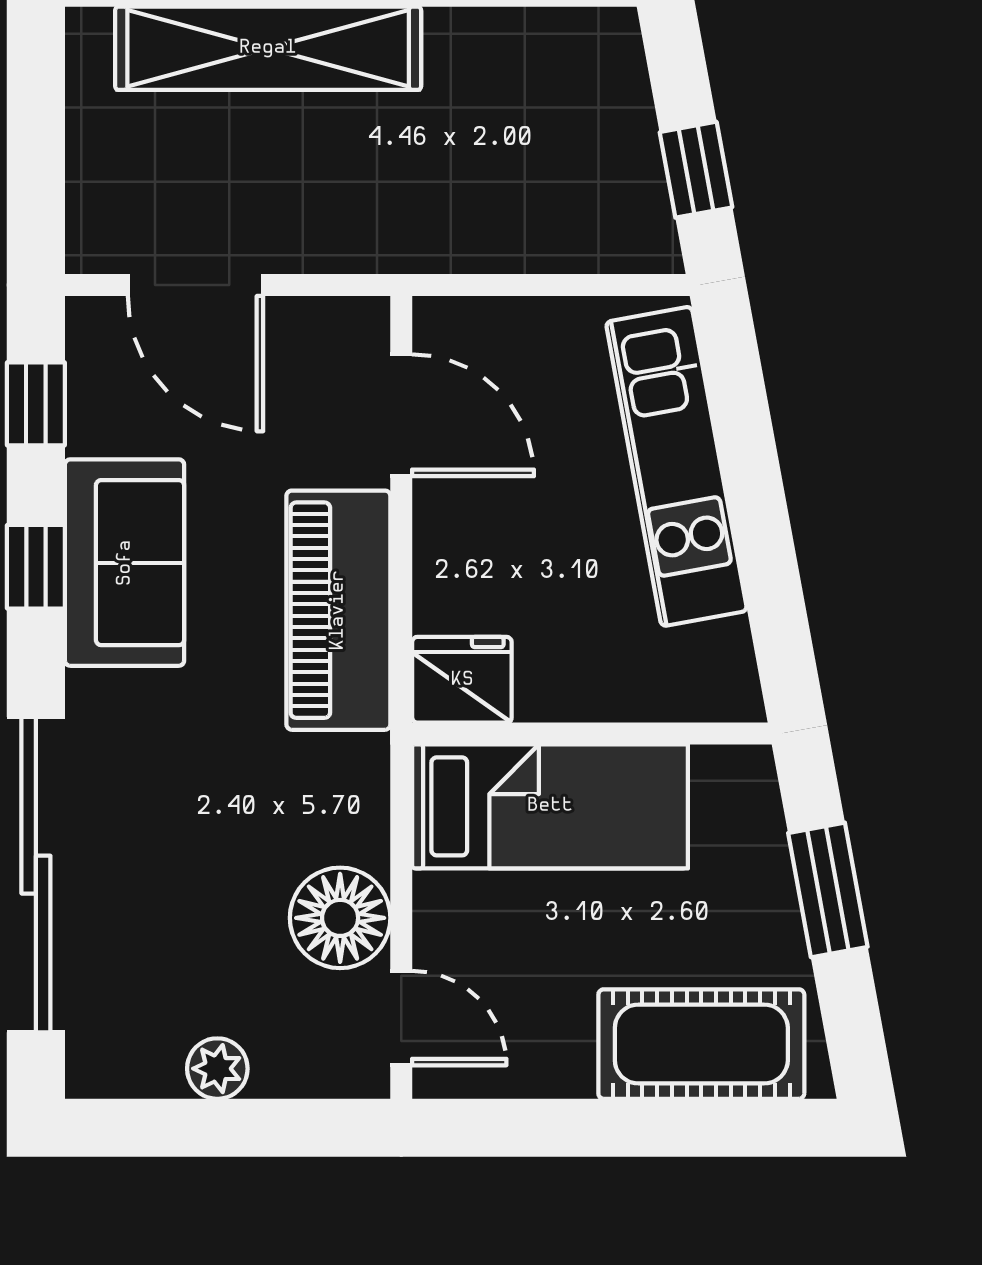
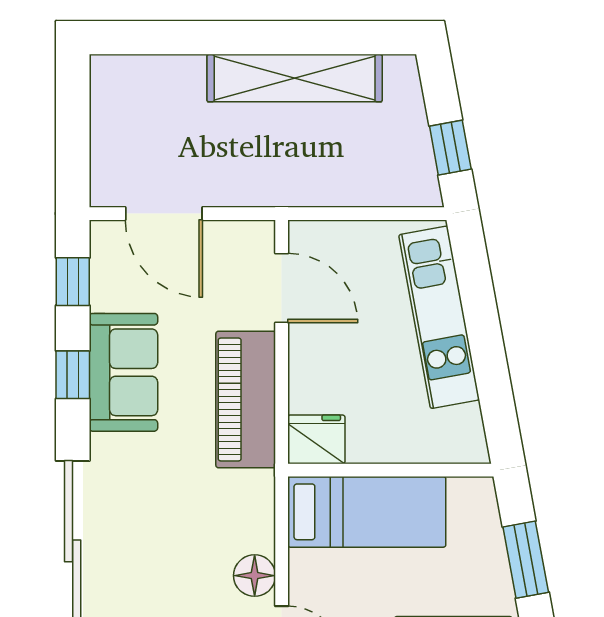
shelving: (268, 48) -> (295, 78), moved
floor lamp: (340, 918) -> (255, 576), width x0.73, depth x0.73

